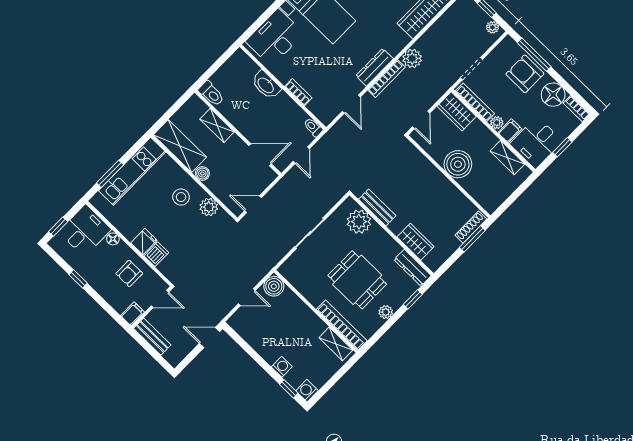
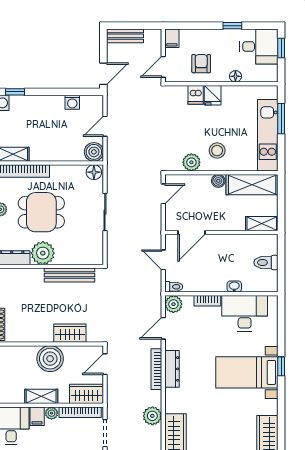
desk: (275, 38) -> (245, 313), moved, turned -90
plant: (412, 58) -> (152, 416), moved
washbasin: (266, 85) -> (234, 287), width x0.52, depth x0.69
toilet: (211, 94) -> (266, 263), moved
door: (351, 104) -> (163, 328), hinge flipped
plant: (326, 114) -> (173, 304), added
door: (421, 120) -> (105, 364), hinge flipped
shelving: (217, 125) -> (262, 224), moved
shelving: (507, 158) -> (41, 396), moved
bench: (377, 207) -> (69, 275), width x1.36
plant: (359, 222) -> (43, 253), moved
desk: (85, 231) -> (259, 46), moved, turned -90
wardrobe: (415, 242) -> (70, 333), moved, turned 180
floor lamp: (289, 271) -> (94, 172), added
bench: (152, 337) -> (125, 36), moved
washing machine: (282, 367) -> (72, 102), moved

